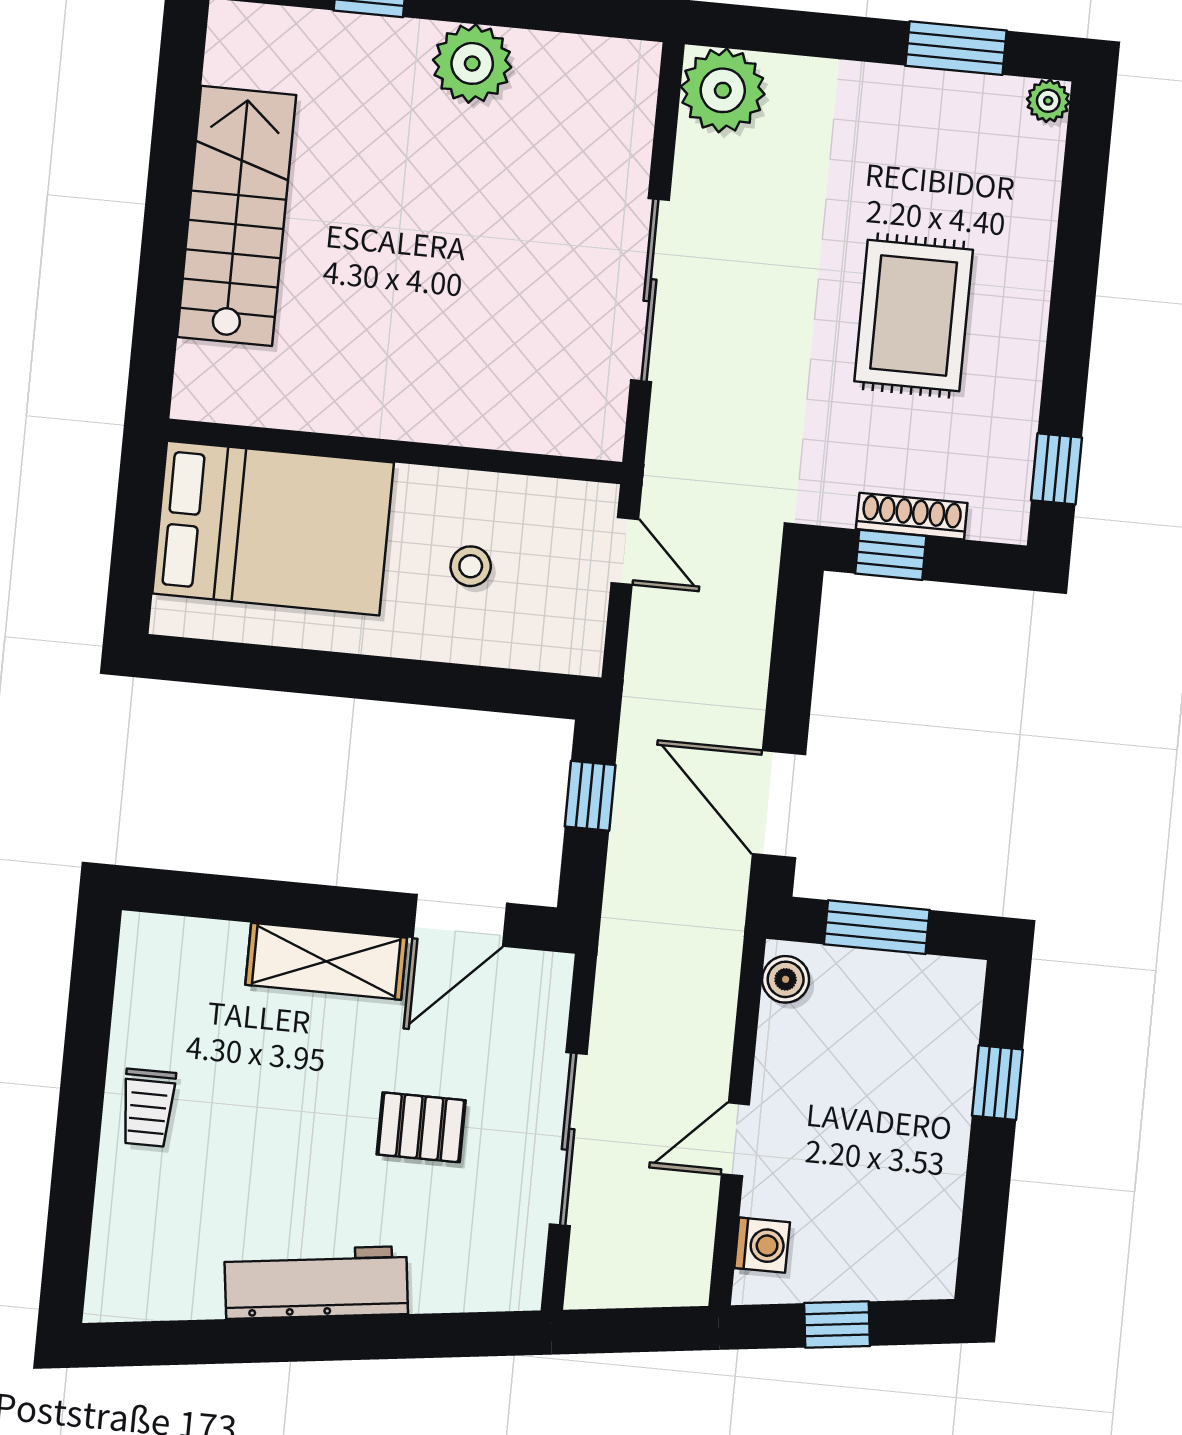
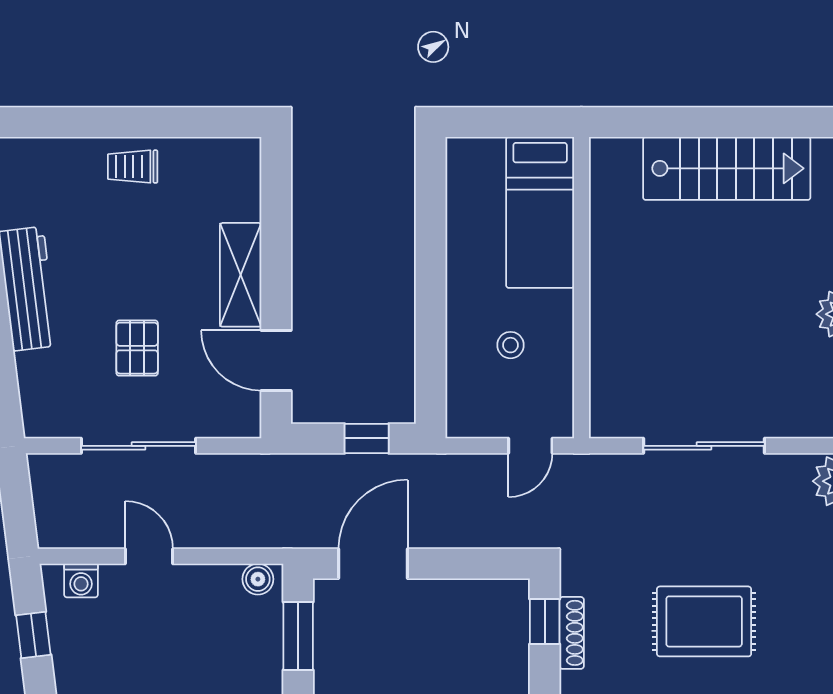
bed: (273, 528) -> (540, 212), width x0.67

